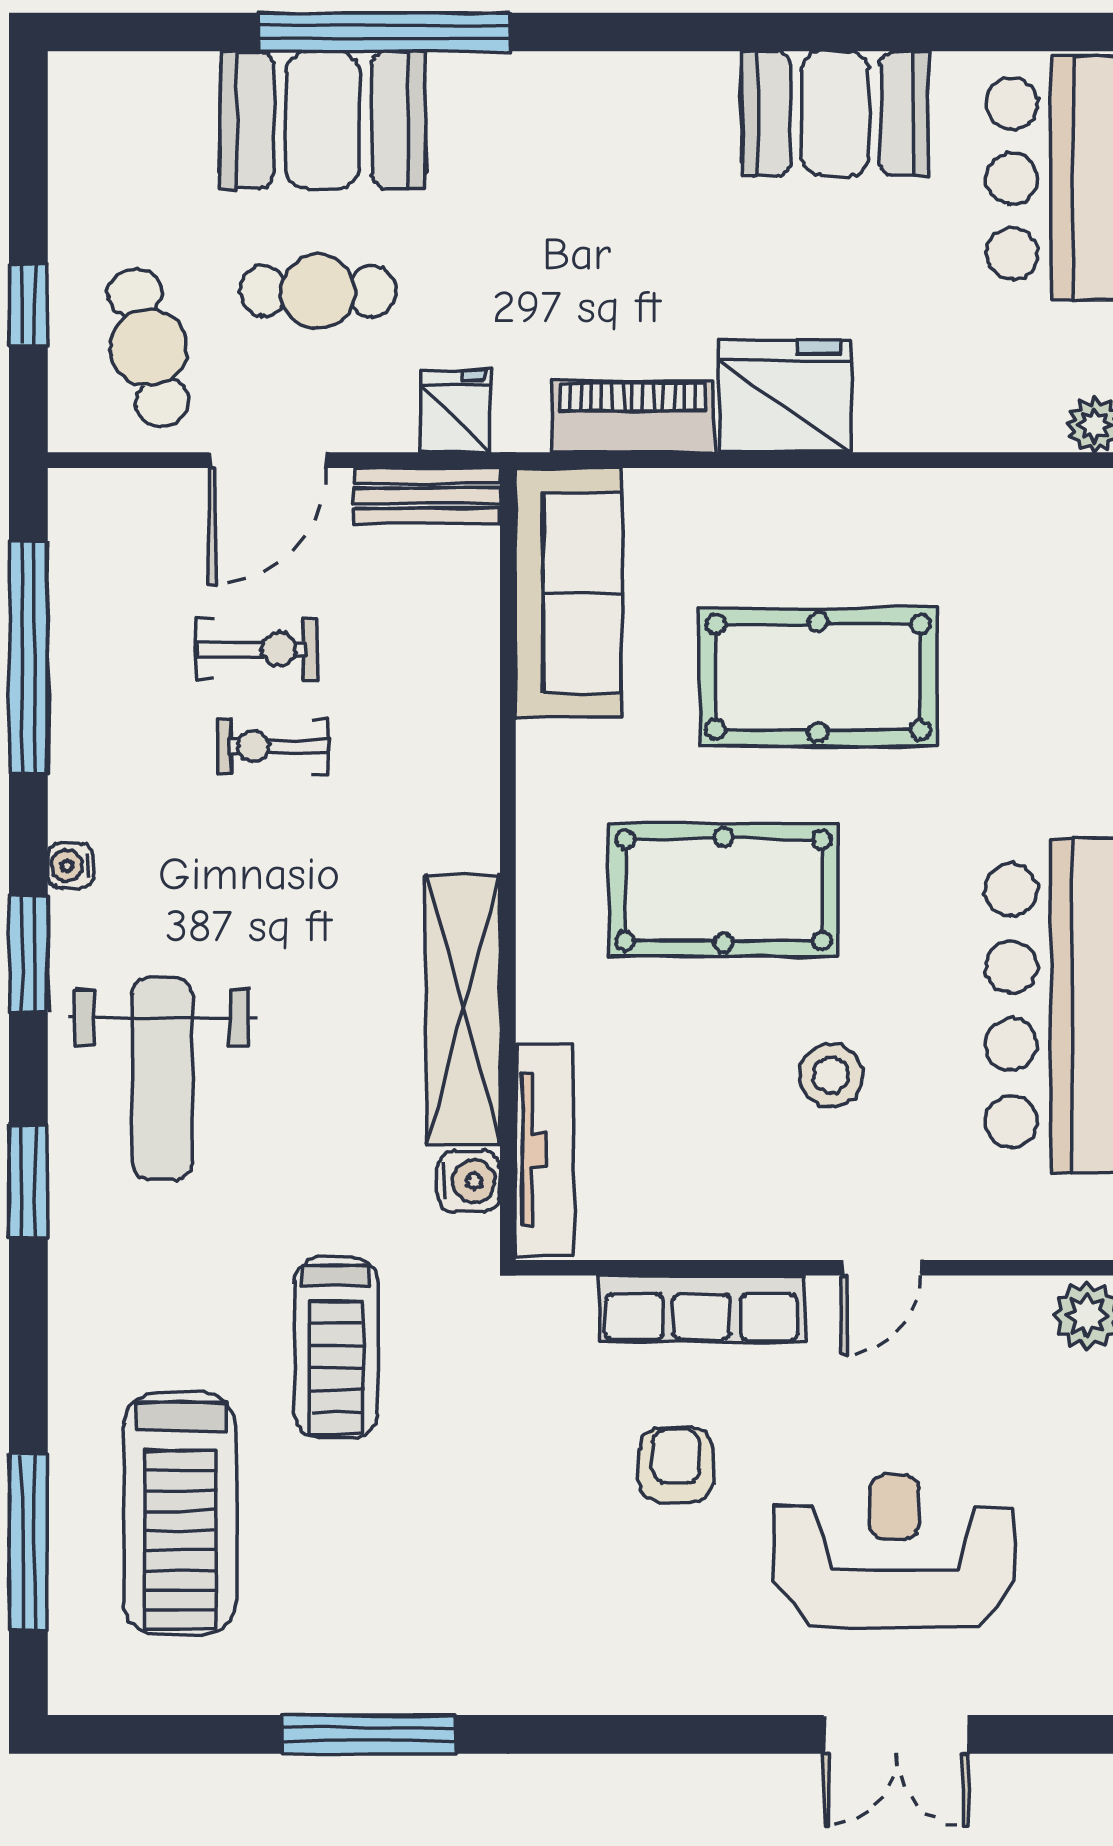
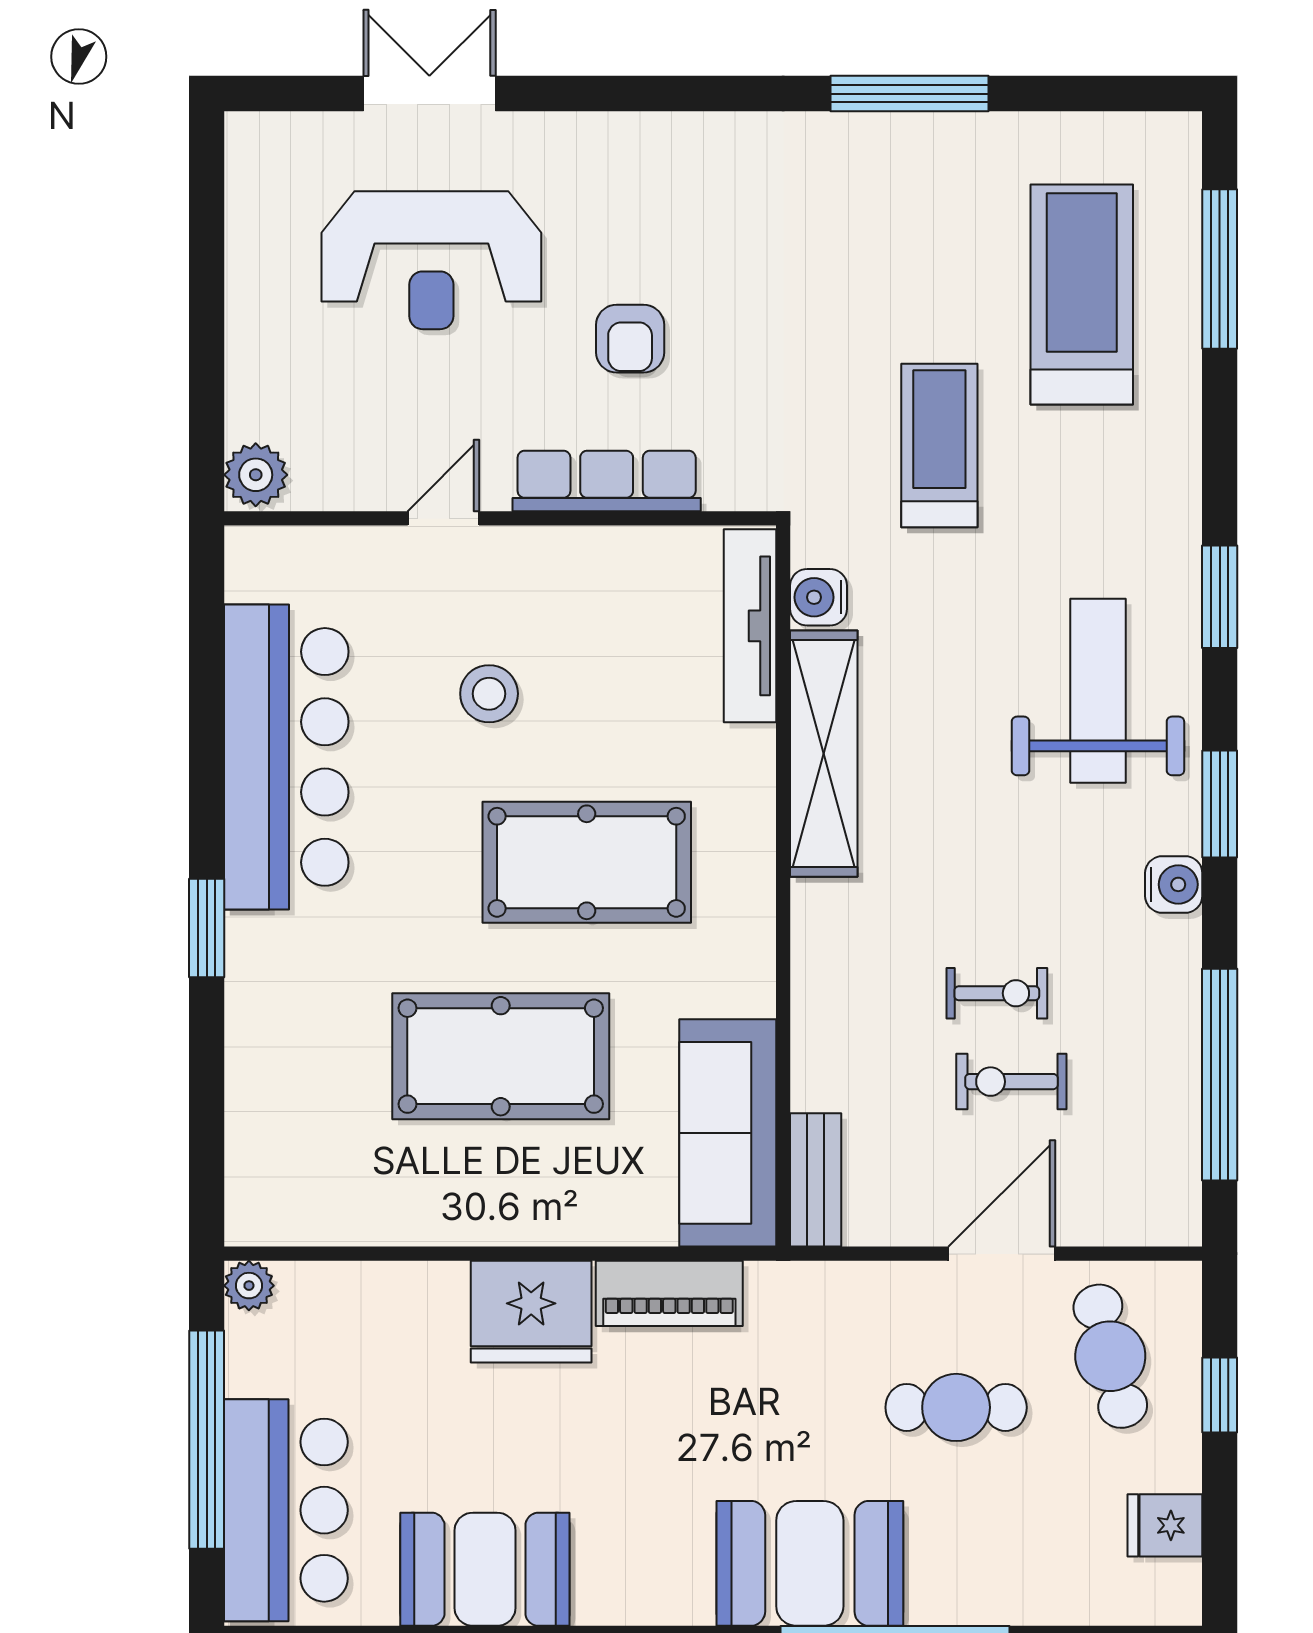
booth: (323, 120) -> (810, 1563), moved
fridge: (456, 412) -> (1165, 1525), moved, turned 90
bench: (427, 496) -> (816, 1180), moved, turned 90
water cooler: (70, 866) -> (1174, 884), width x1.38, depth x1.38

